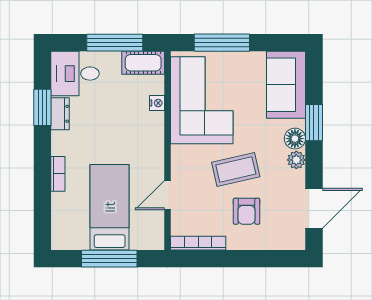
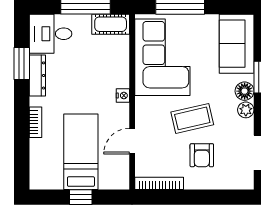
nightstand: (157, 103) -> (123, 96), moved
dresser: (60, 114) -> (37, 75), width x1.44
window: (109, 259) -> (81, 197), width x0.46

